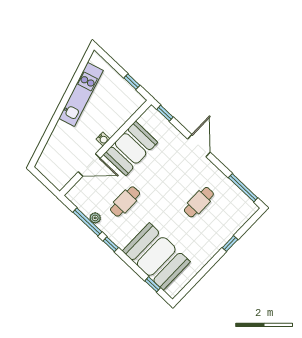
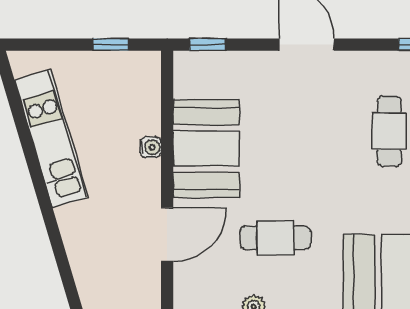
water cooler: (103, 139) -> (151, 147), moved
cafe table: (125, 201) -> (275, 238), turned 90

